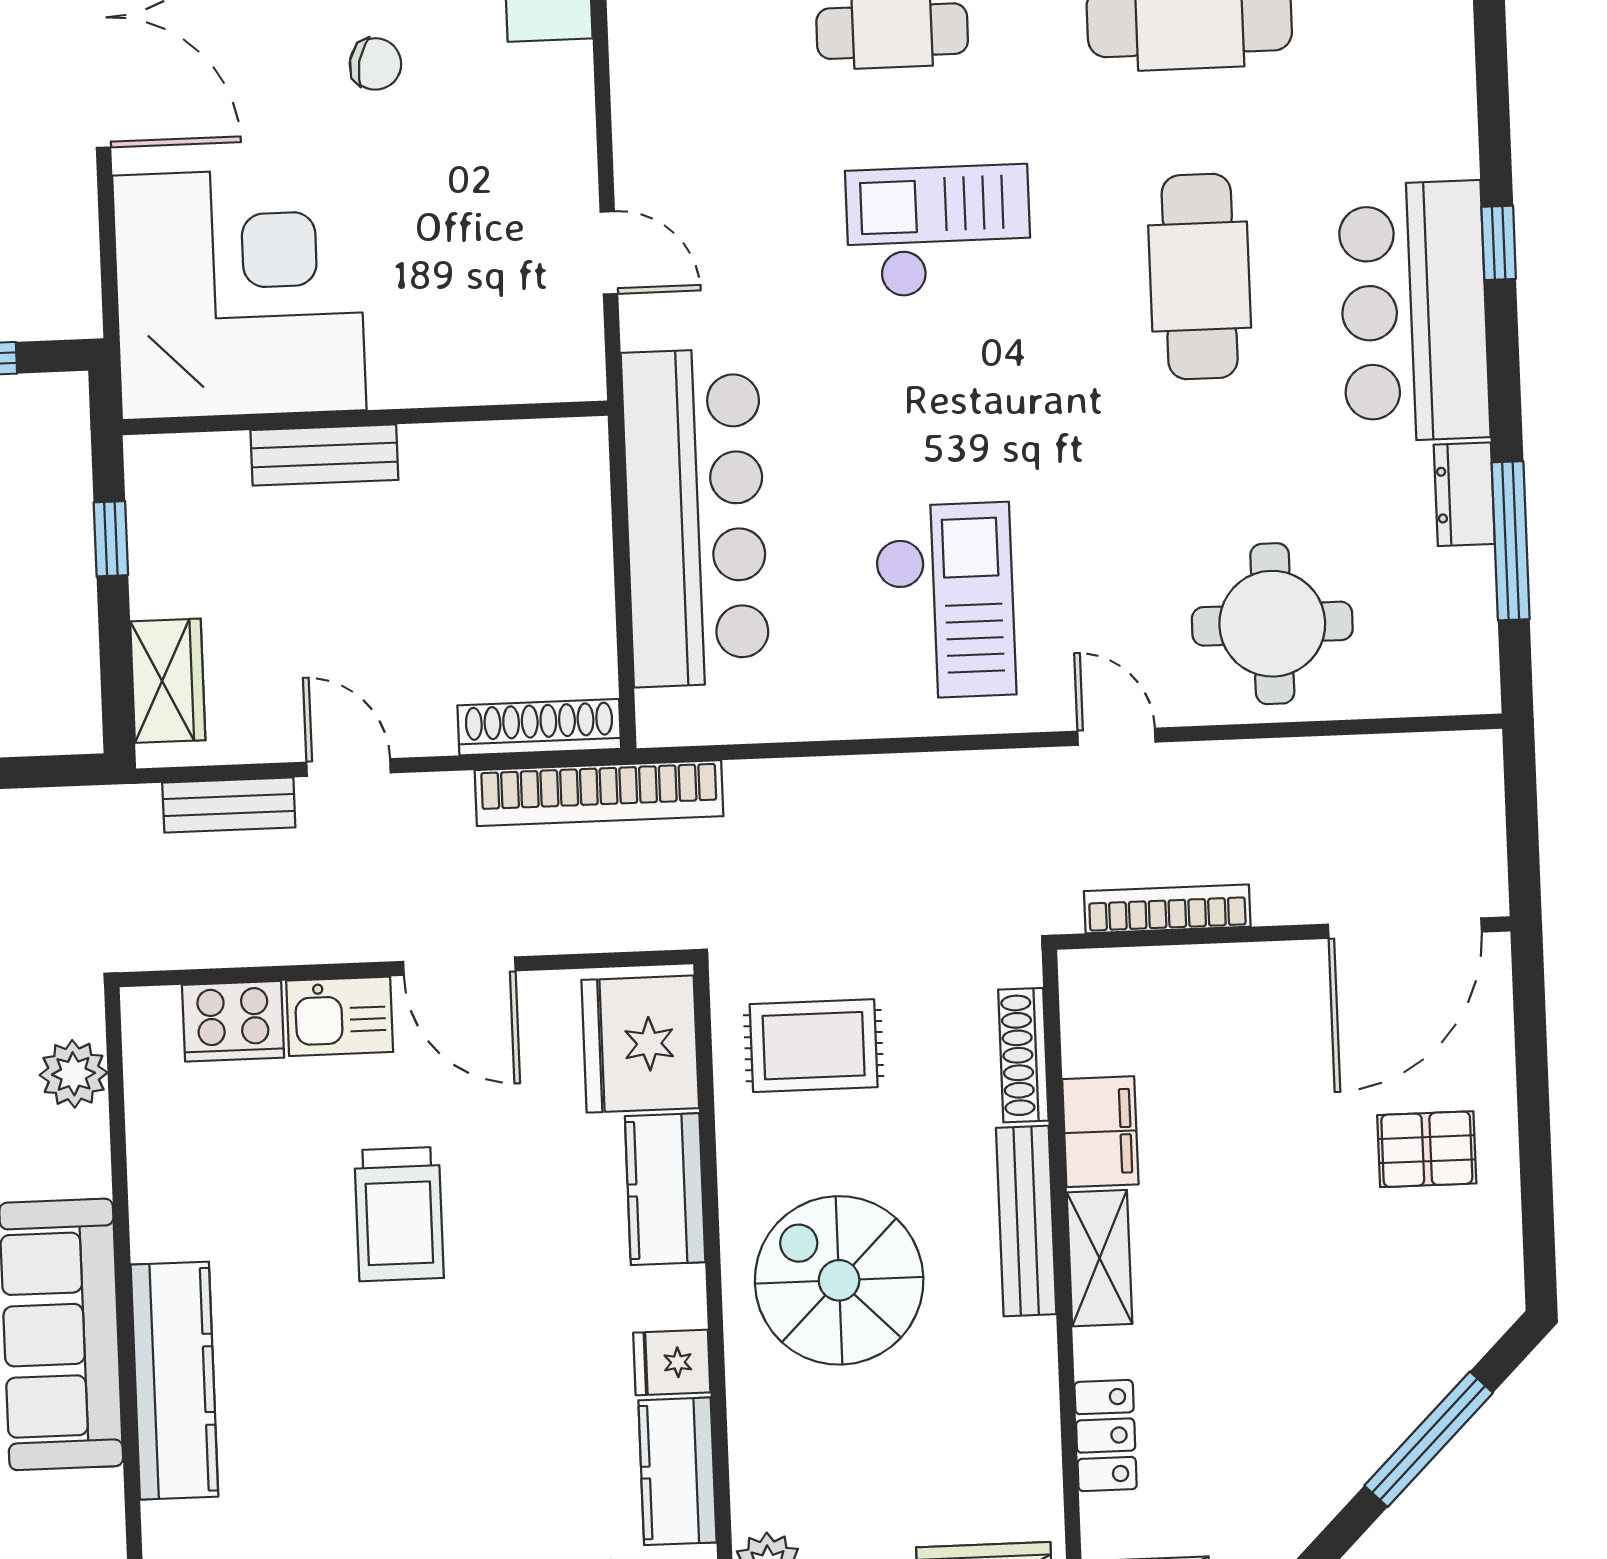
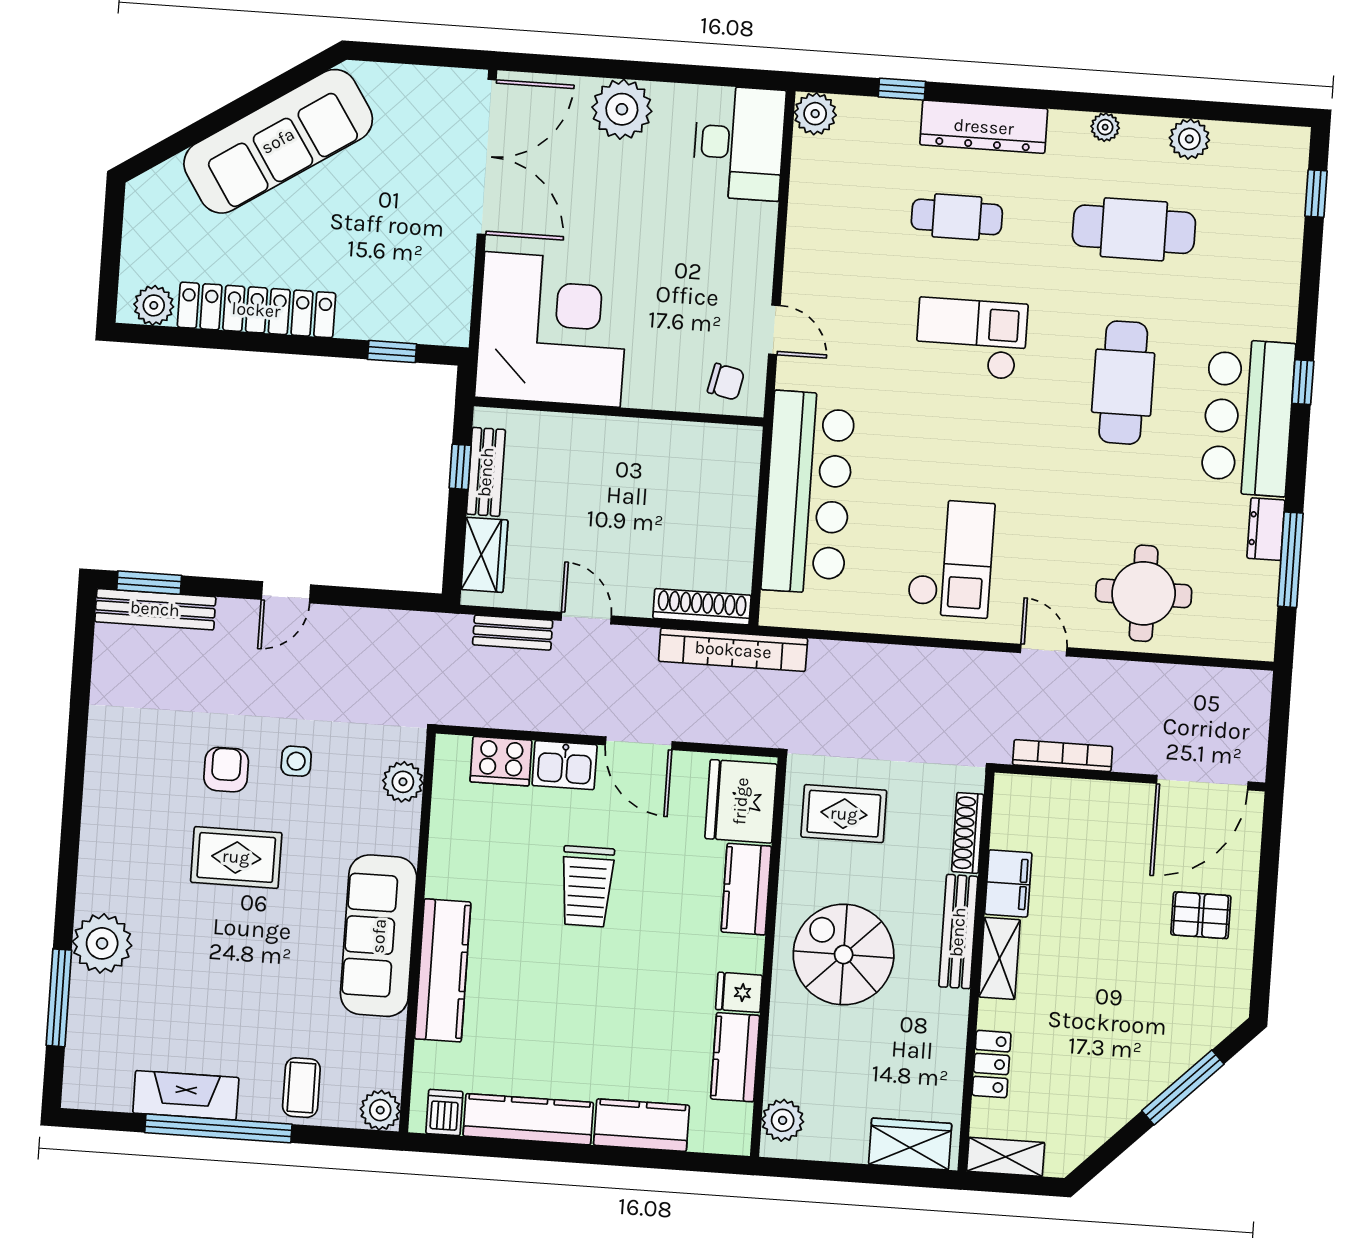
chair: (375, 64) -> (726, 382), moved
bench: (324, 455) -> (486, 472), moved, turned 90

